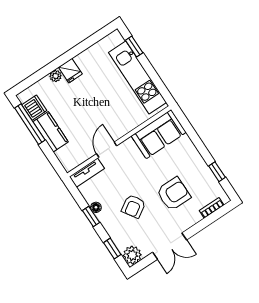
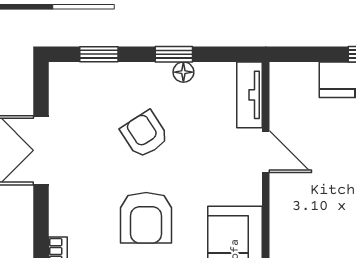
armchair: (173, 194) -> (146, 218), moved
plant: (132, 255) -> (67, 80), removed

